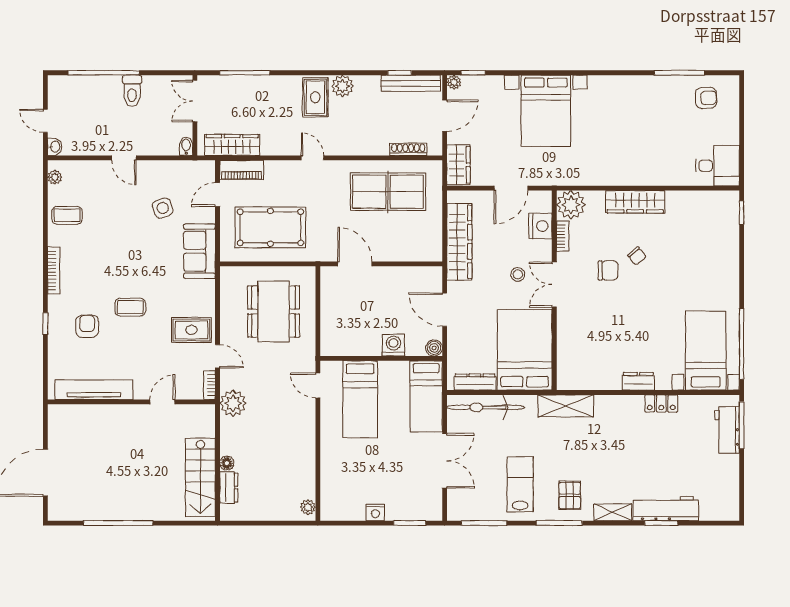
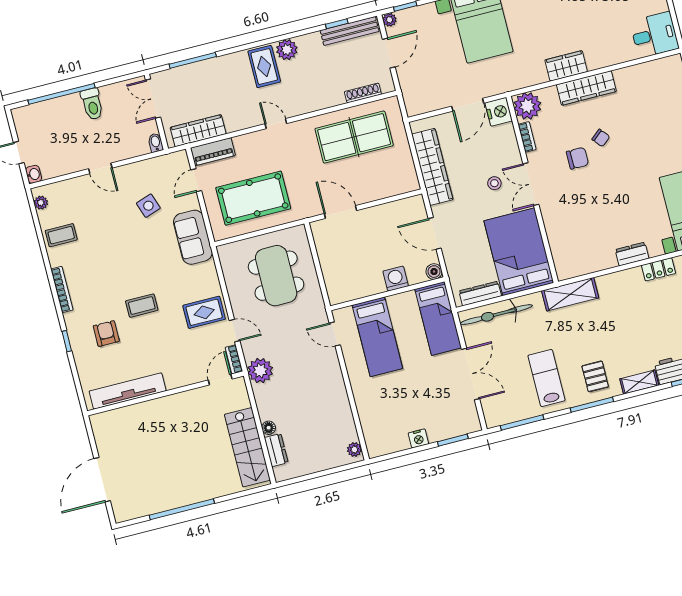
wardrobe: (458, 165) -> (566, 66), moved, turned -90
nightstand: (540, 226) -> (499, 112), moved
door: (162, 402) -> (220, 380), moved

